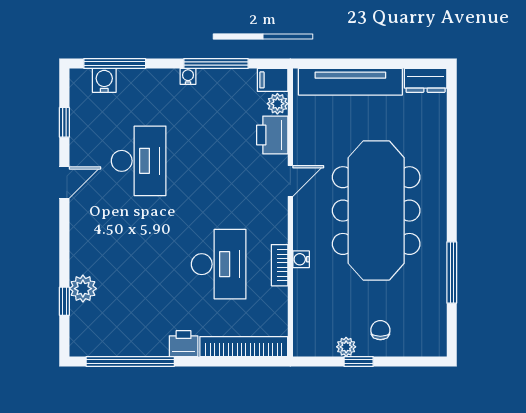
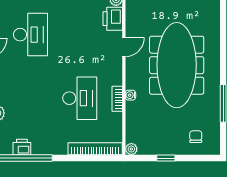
chair: (380, 330) -> (196, 137), moved
printer: (184, 344) -> (22, 147), moved
plant: (346, 347) -> (131, 149), moved

